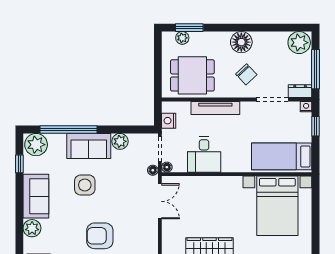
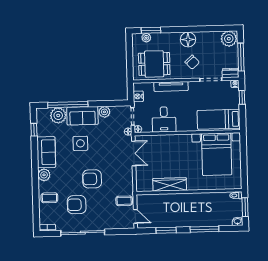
plant: (36, 145) -> (58, 115), moved

